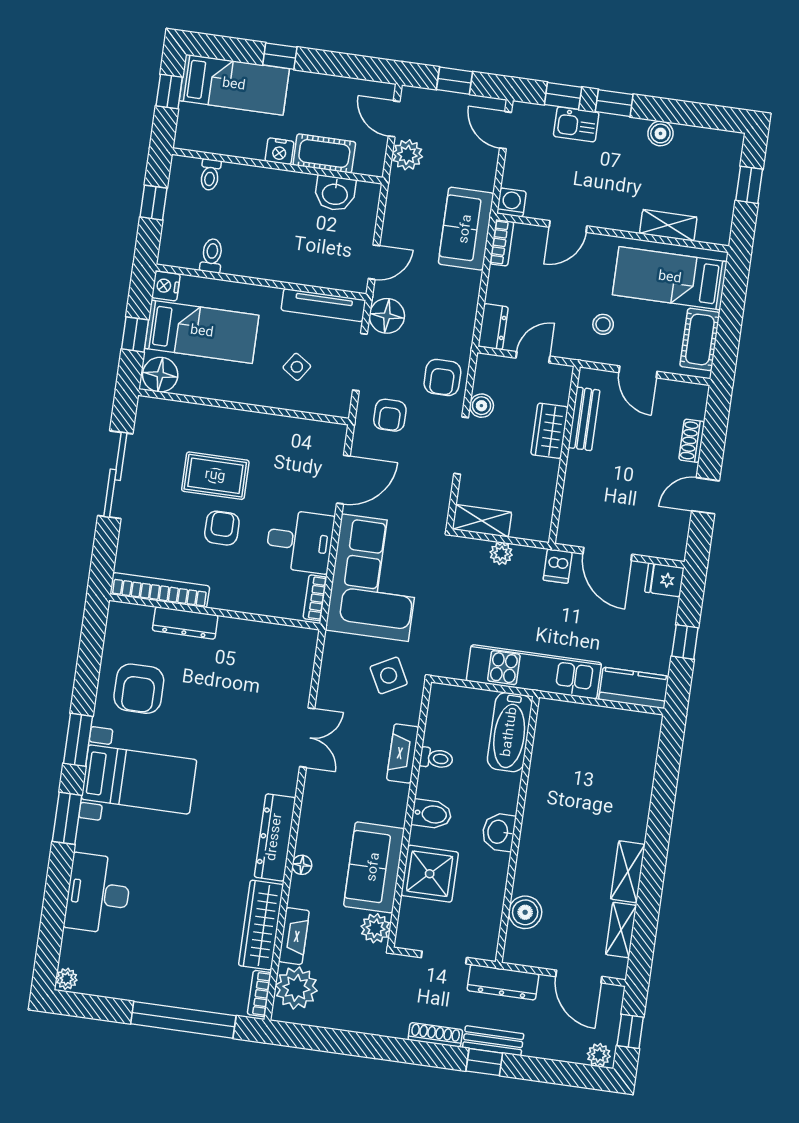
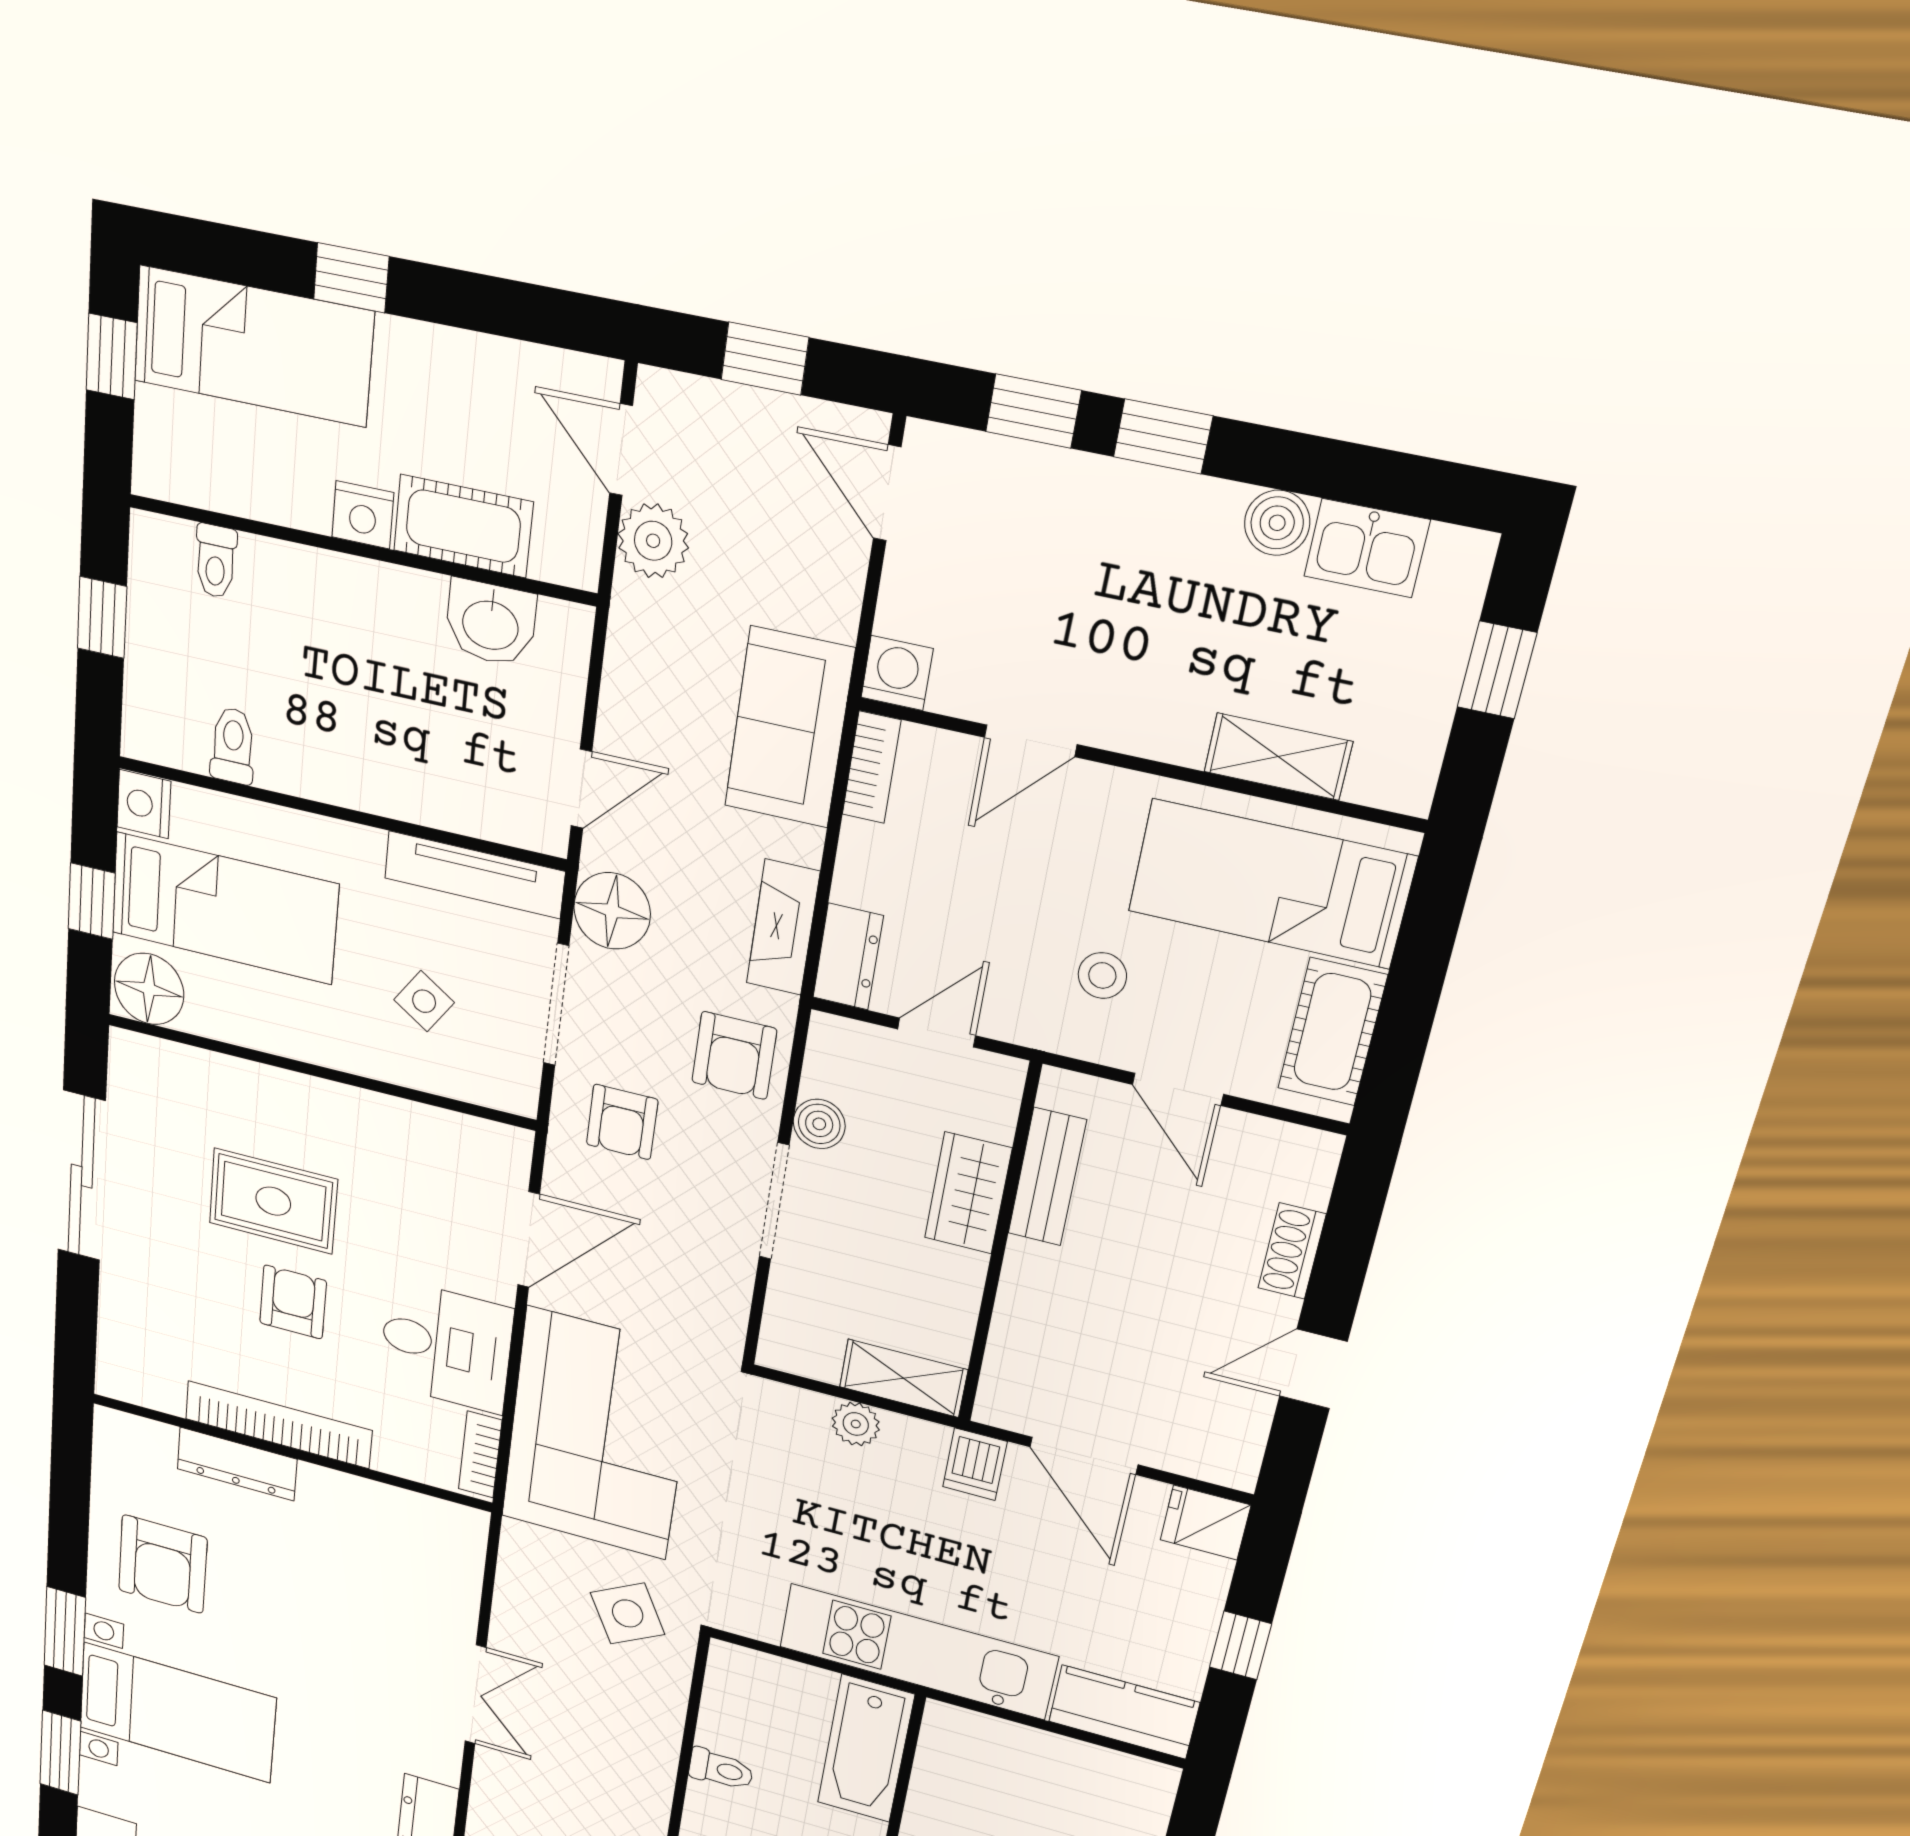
kitchen sink: (576, 124) -> (1367, 548), moved
shelving: (482, 521) -> (903, 1378), moved
bookcase: (160, 590) -> (278, 1425), moved
fireplace: (403, 753) -> (783, 927), moved

